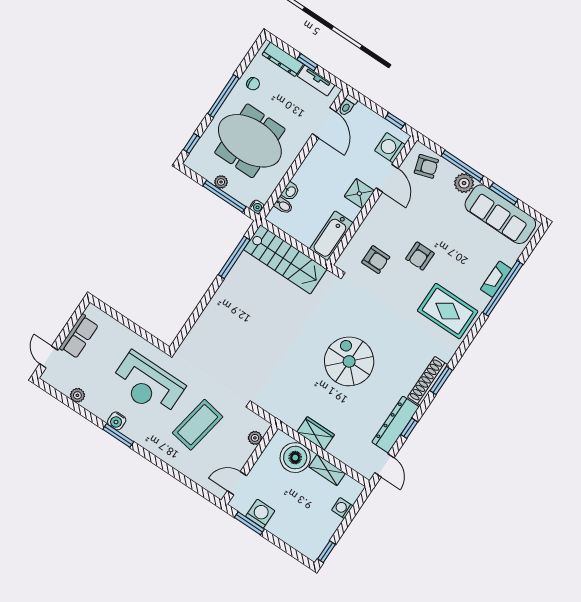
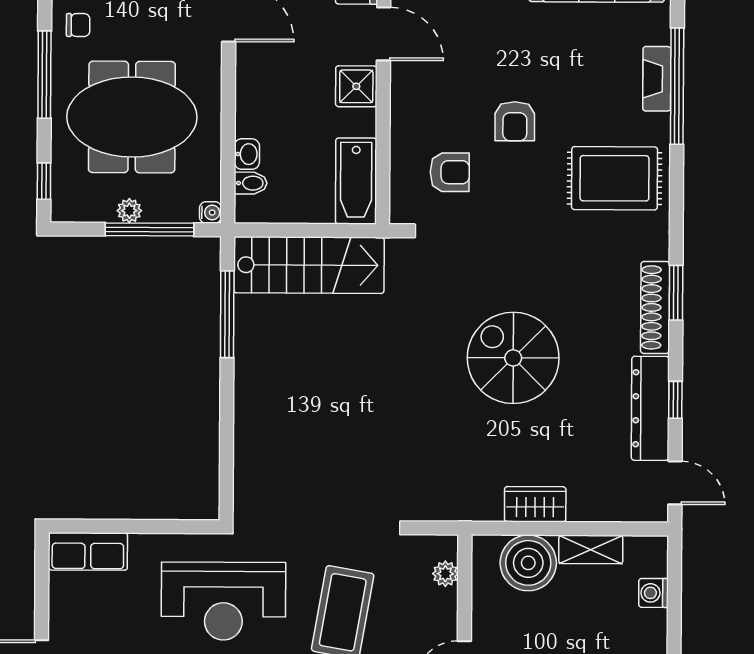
row of seats: (79, 336) -> (88, 551), moved, turned 90

